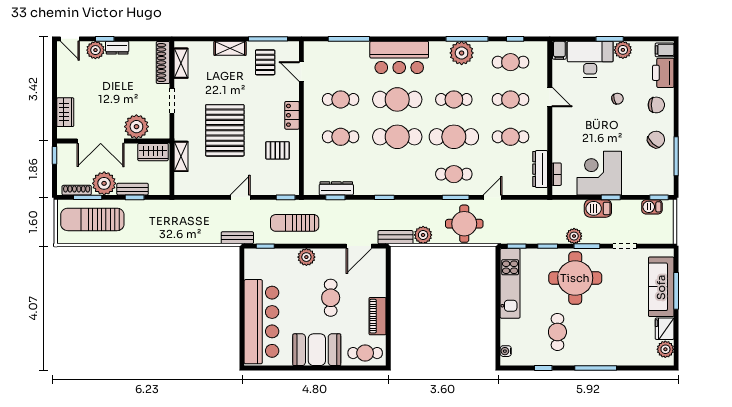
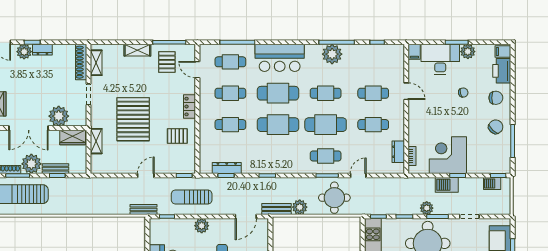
cafe table: (510, 62) -> (230, 62), moved
dresser: (540, 169) -> (398, 152), width x0.70

